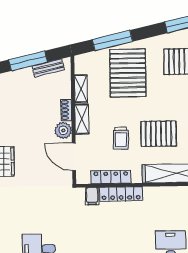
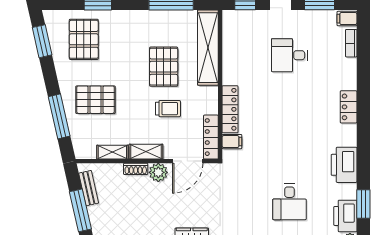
pallet: (128, 73) -> (96, 100), width x0.73, depth x0.71
locker: (111, 177) -> (211, 137), moved

